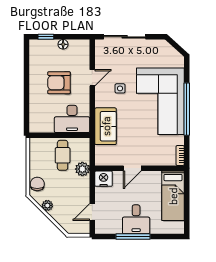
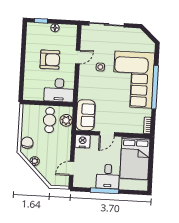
armchair: (59, 83) -> (50, 60), turned 180
sofa: (106, 126) -> (86, 115), moved
plant: (82, 169) -> (66, 120), moved
bed: (173, 196) -> (135, 158), width x1.50

